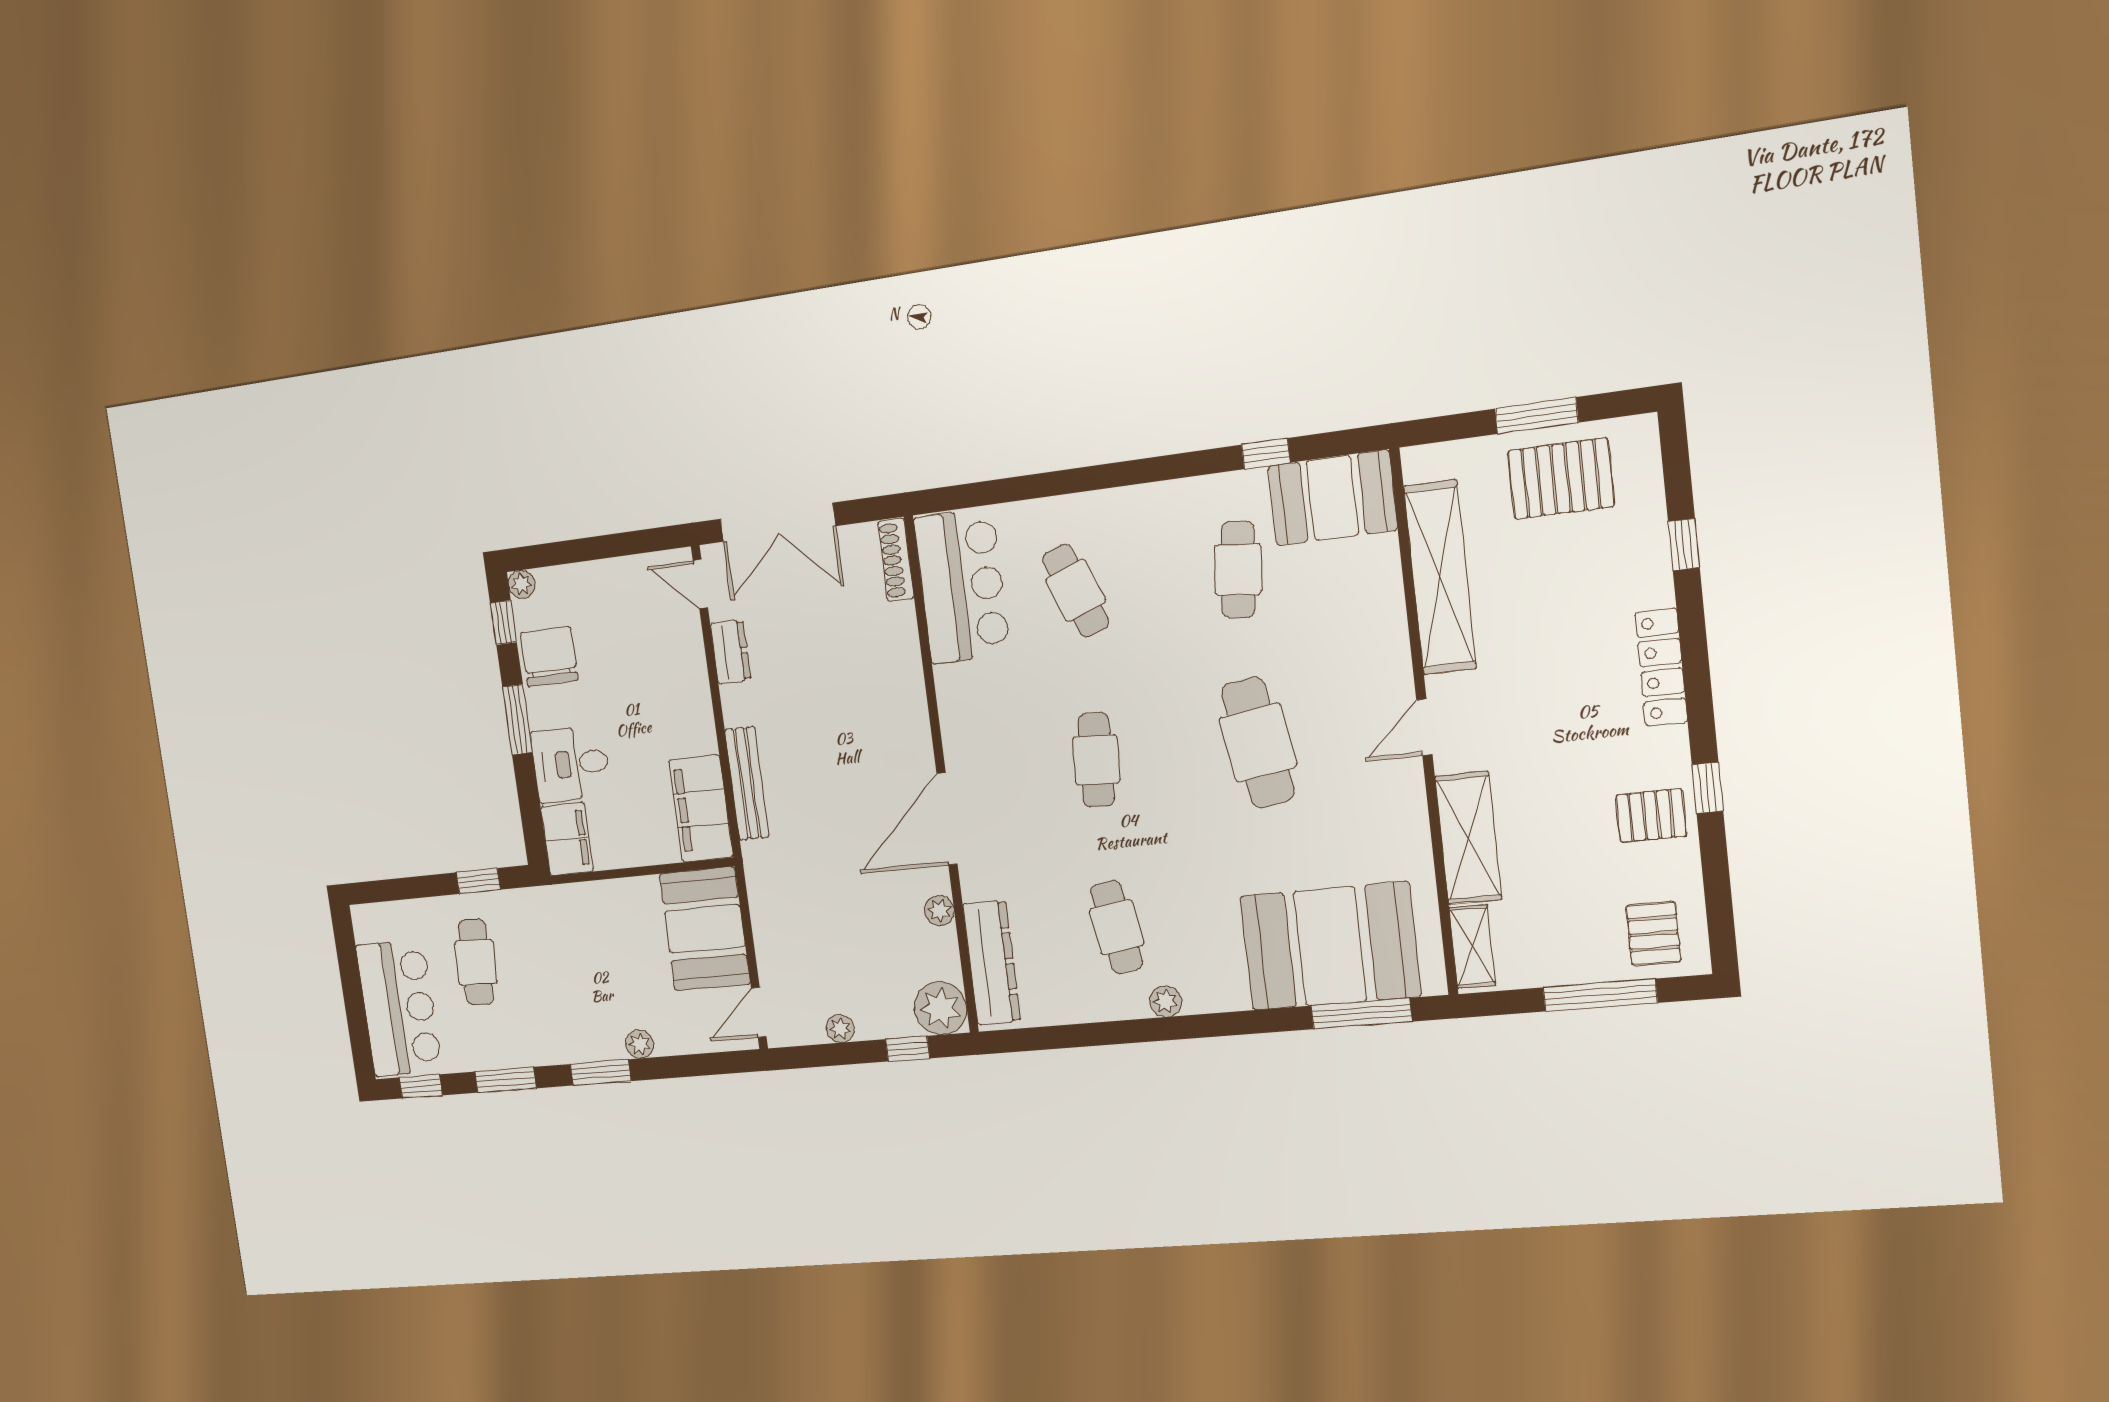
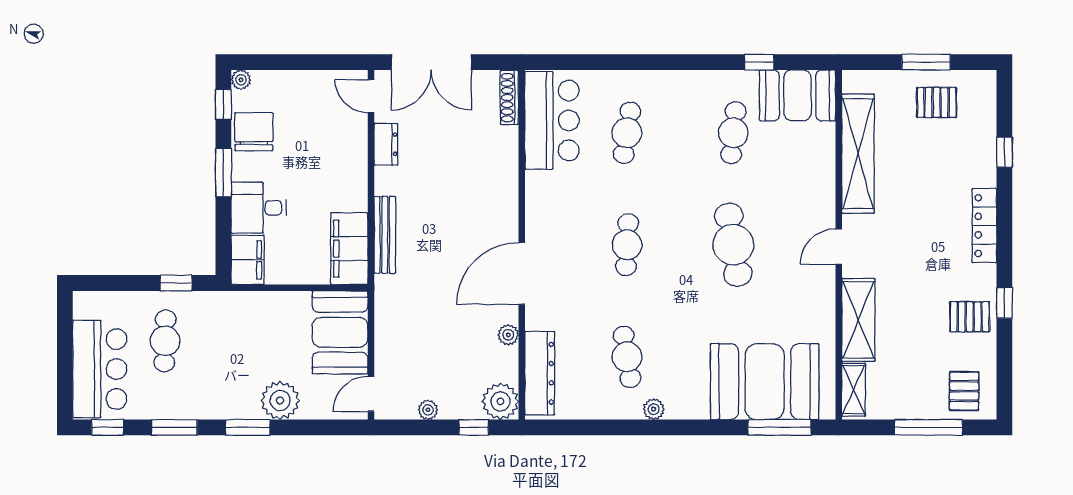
pallet: (1561, 479) -> (937, 102), width x0.67, depth x0.71
cafe table: (1076, 590) -> (627, 133), turned 30
plant: (640, 1044) -> (280, 400), width x1.87, depth x1.87

